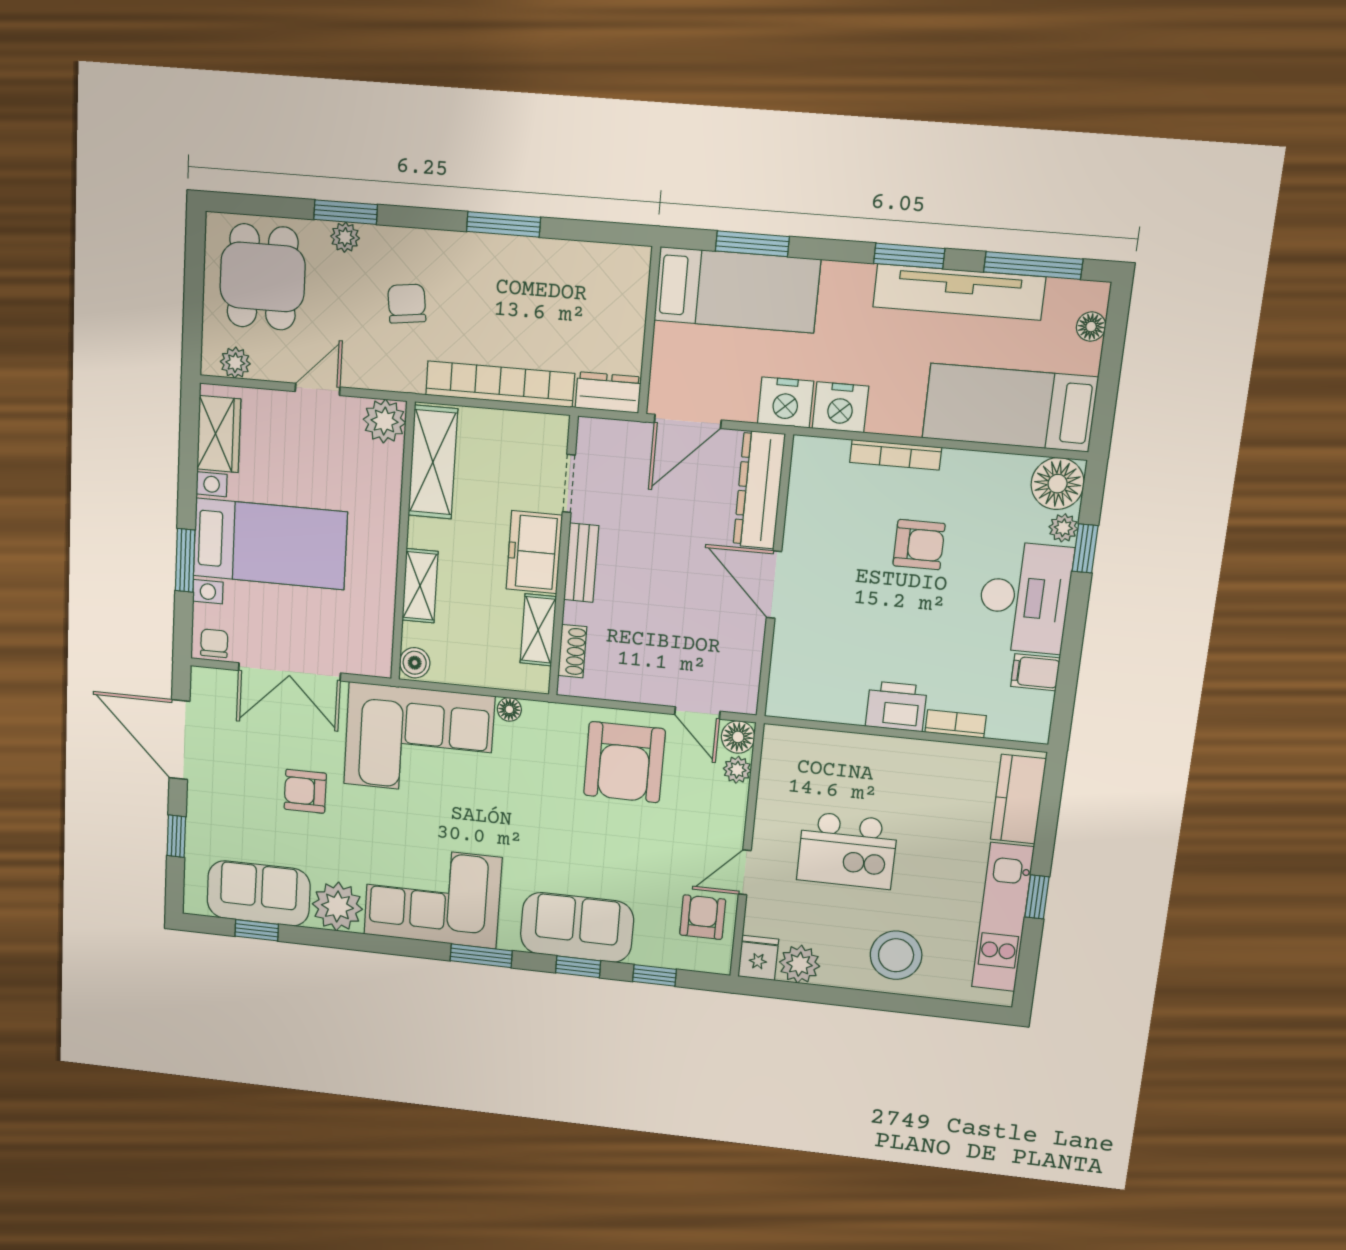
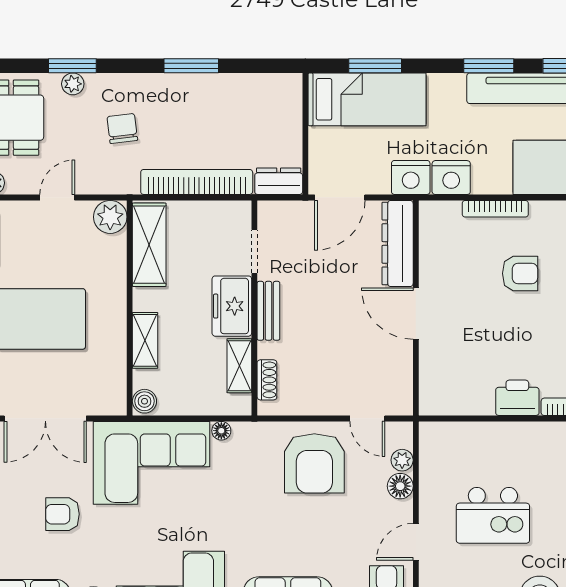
floor lamp: (738, 737) -> (400, 486), moved

